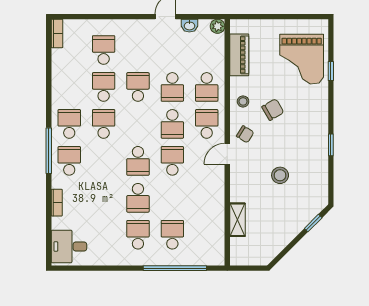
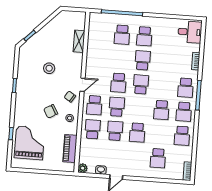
school desk: (104, 87) -> (182, 136), moved

